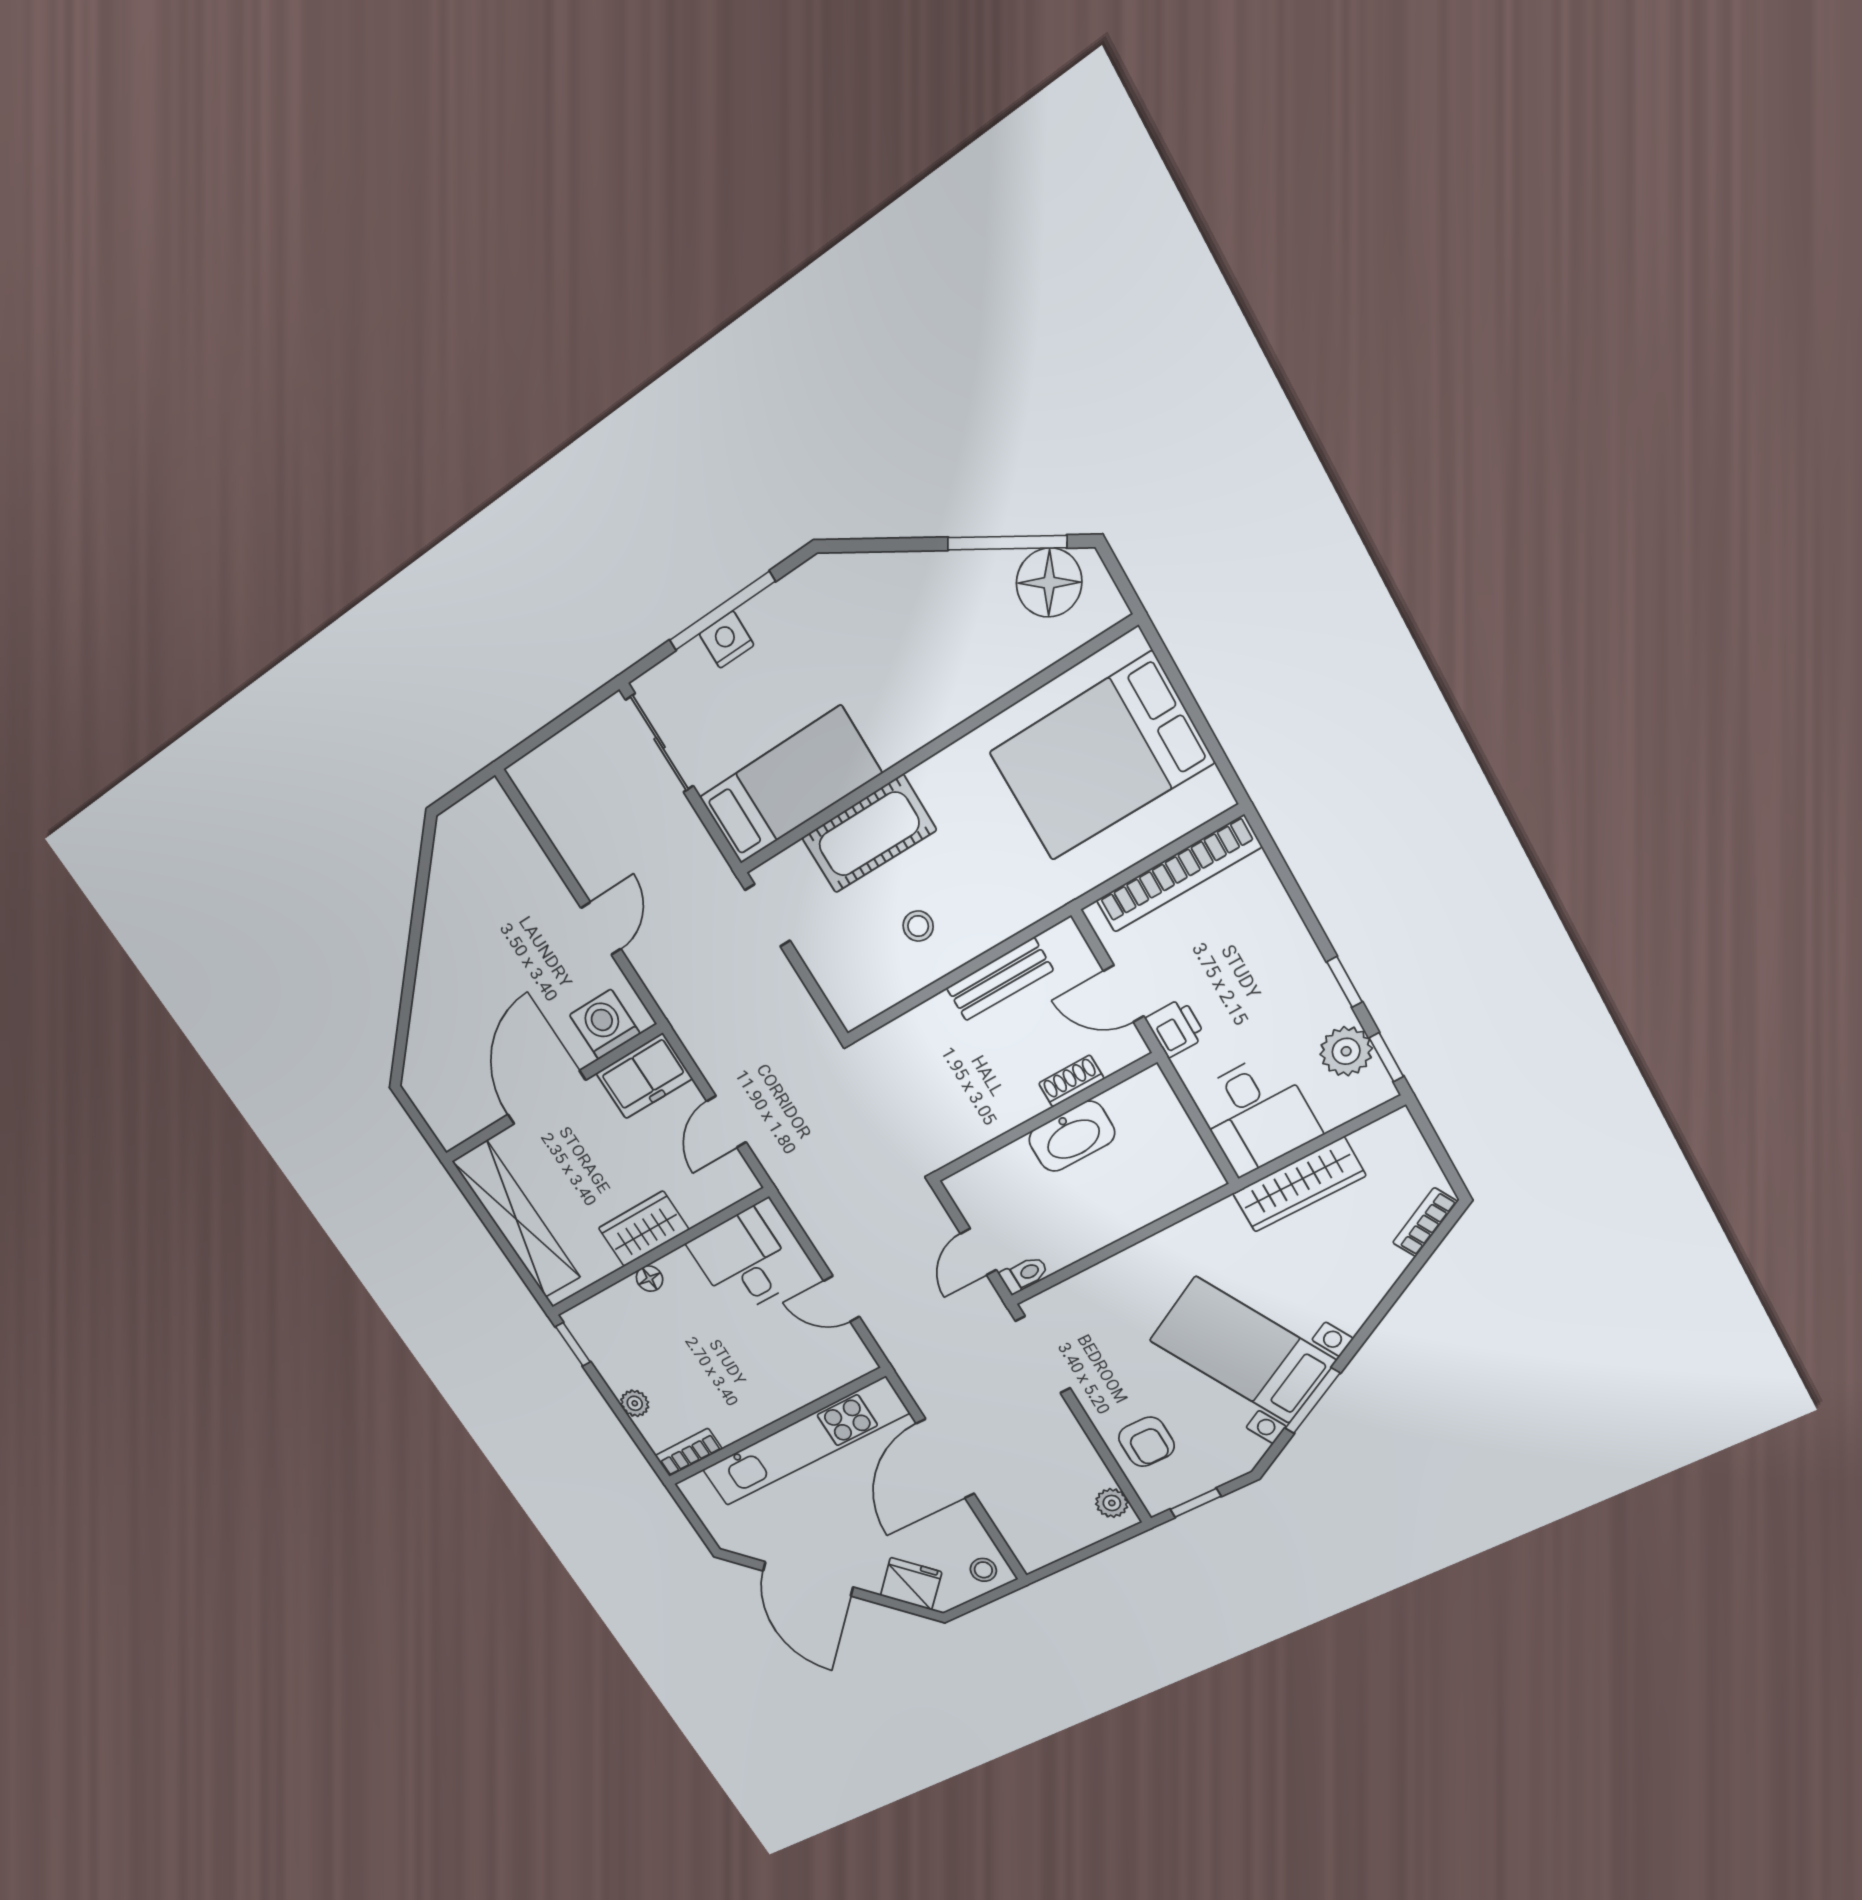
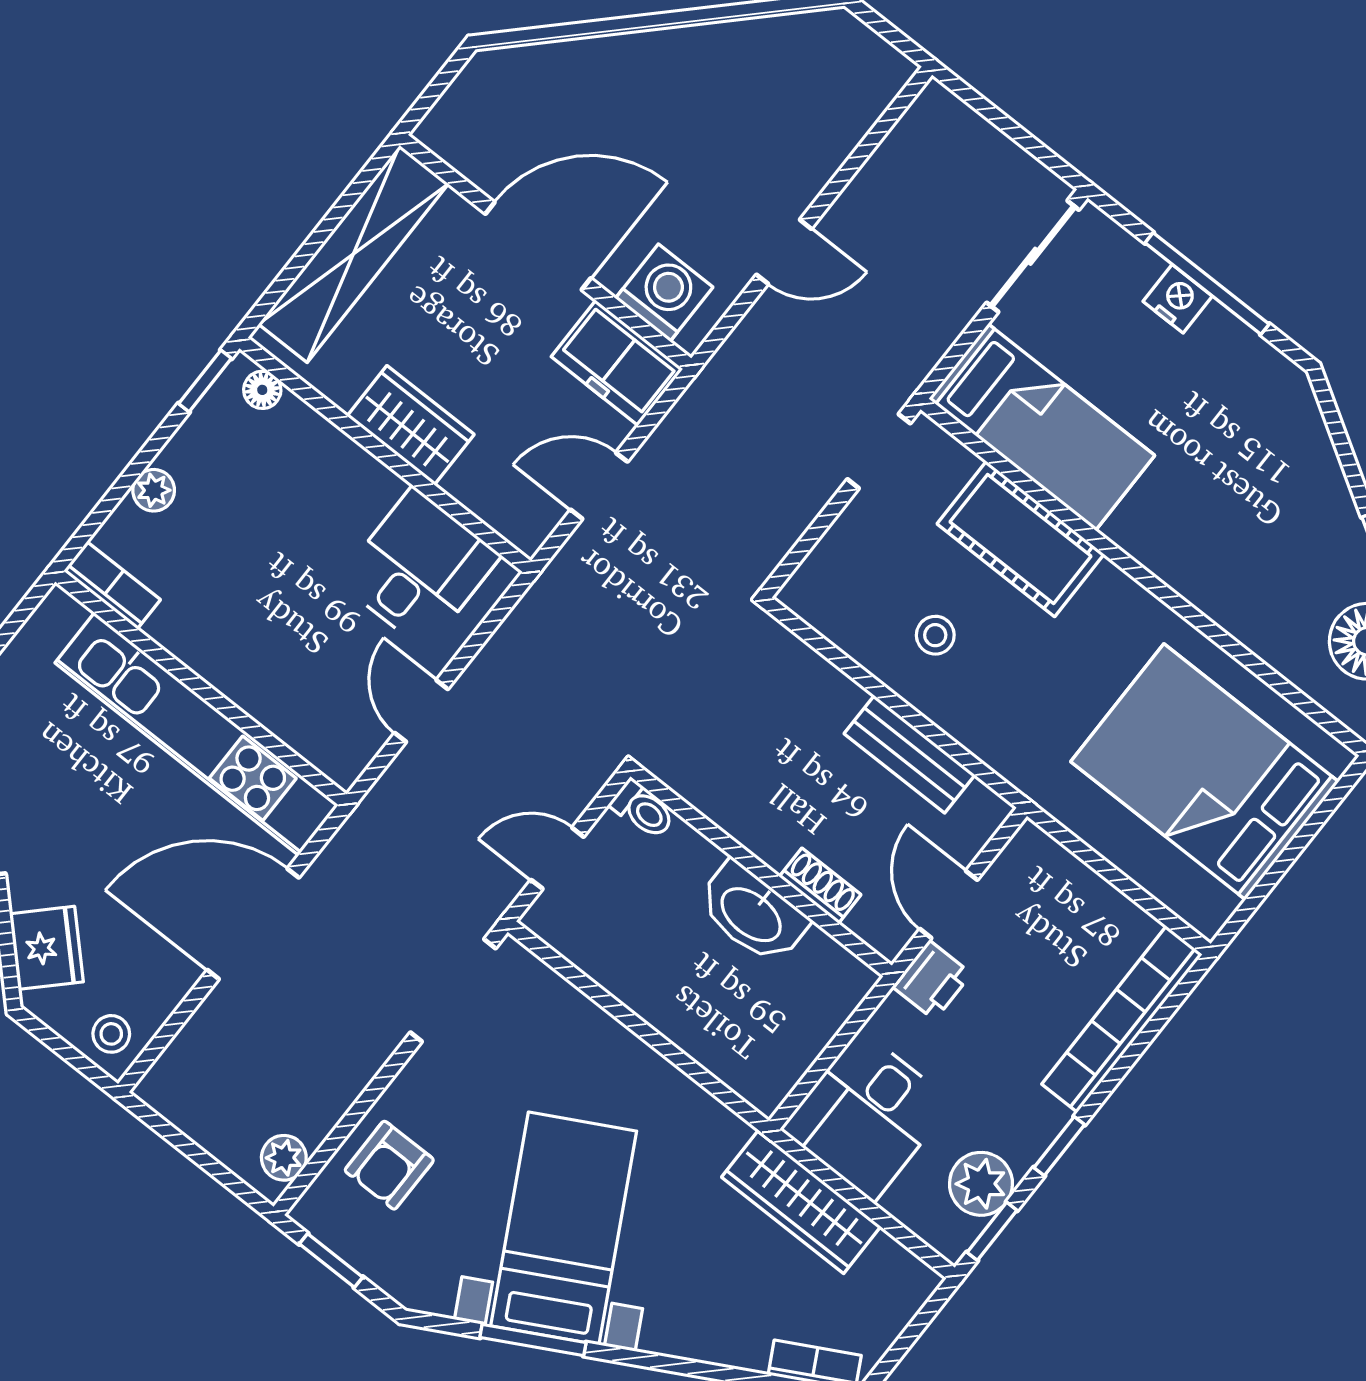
bookcase: (1178, 874) -> (1122, 1019), moved, turned 90
toilet: (1024, 1274) -> (643, 809), moved
floor lamp: (650, 1279) -> (262, 390), moved

